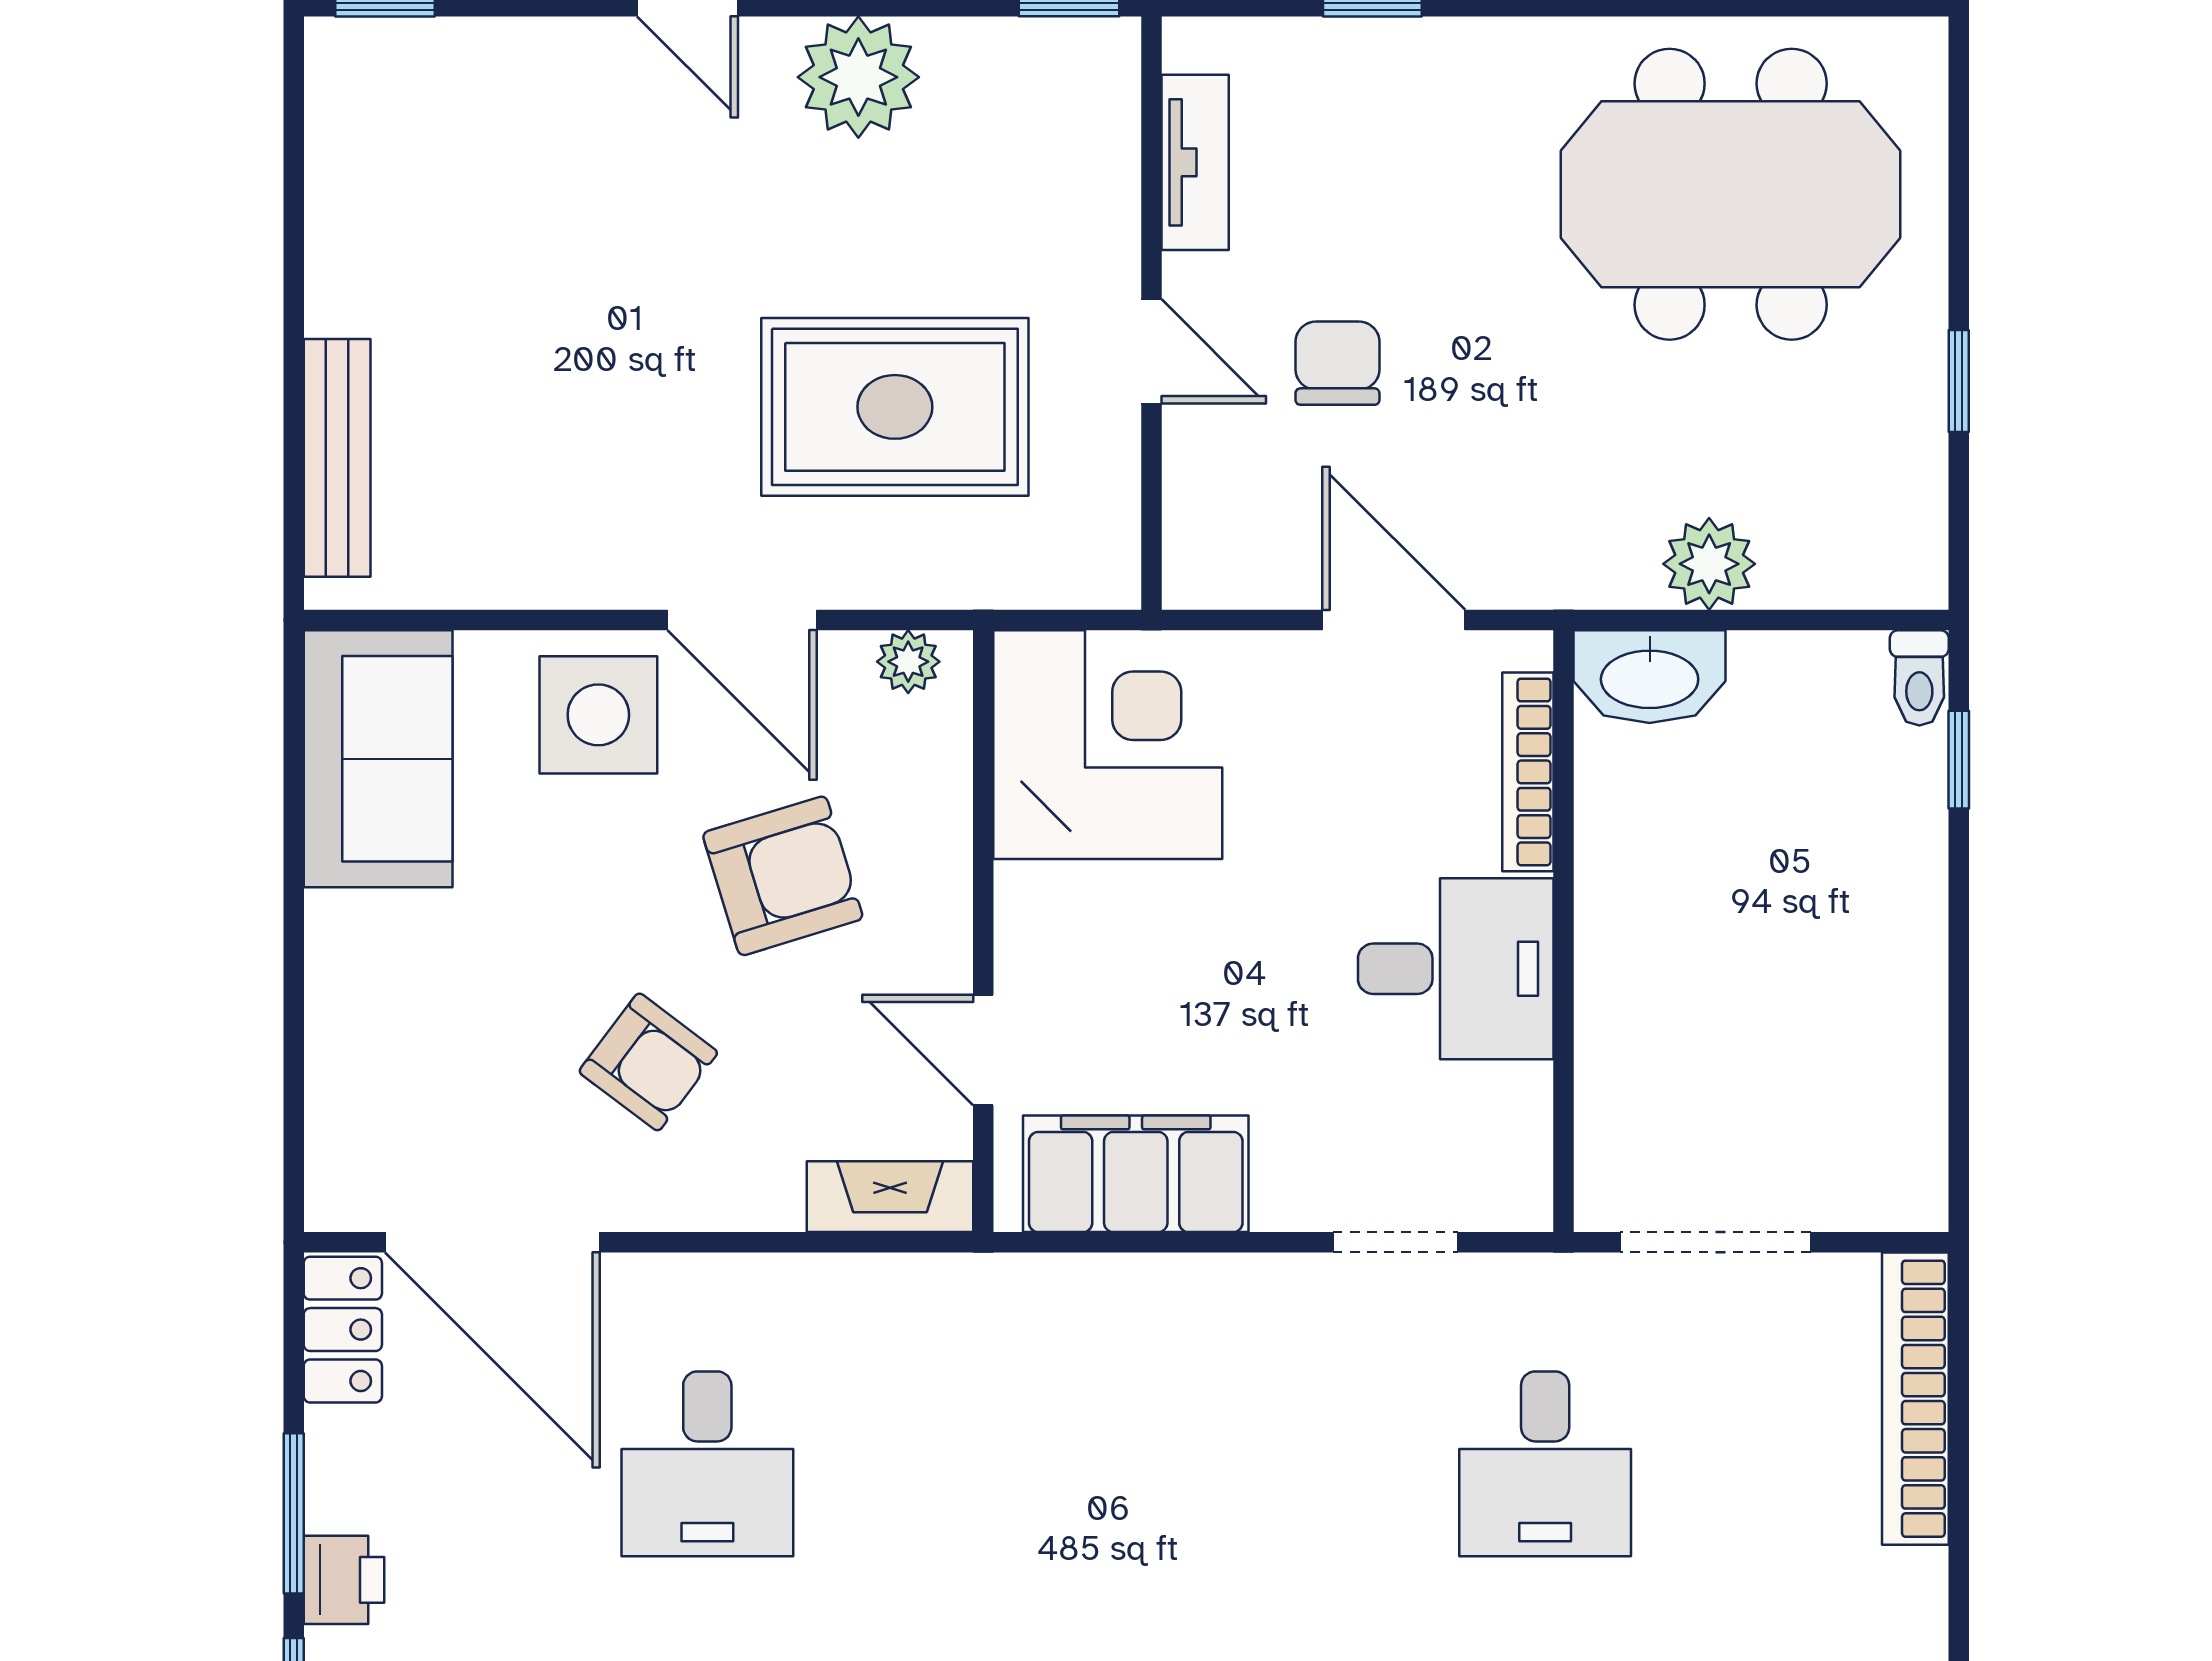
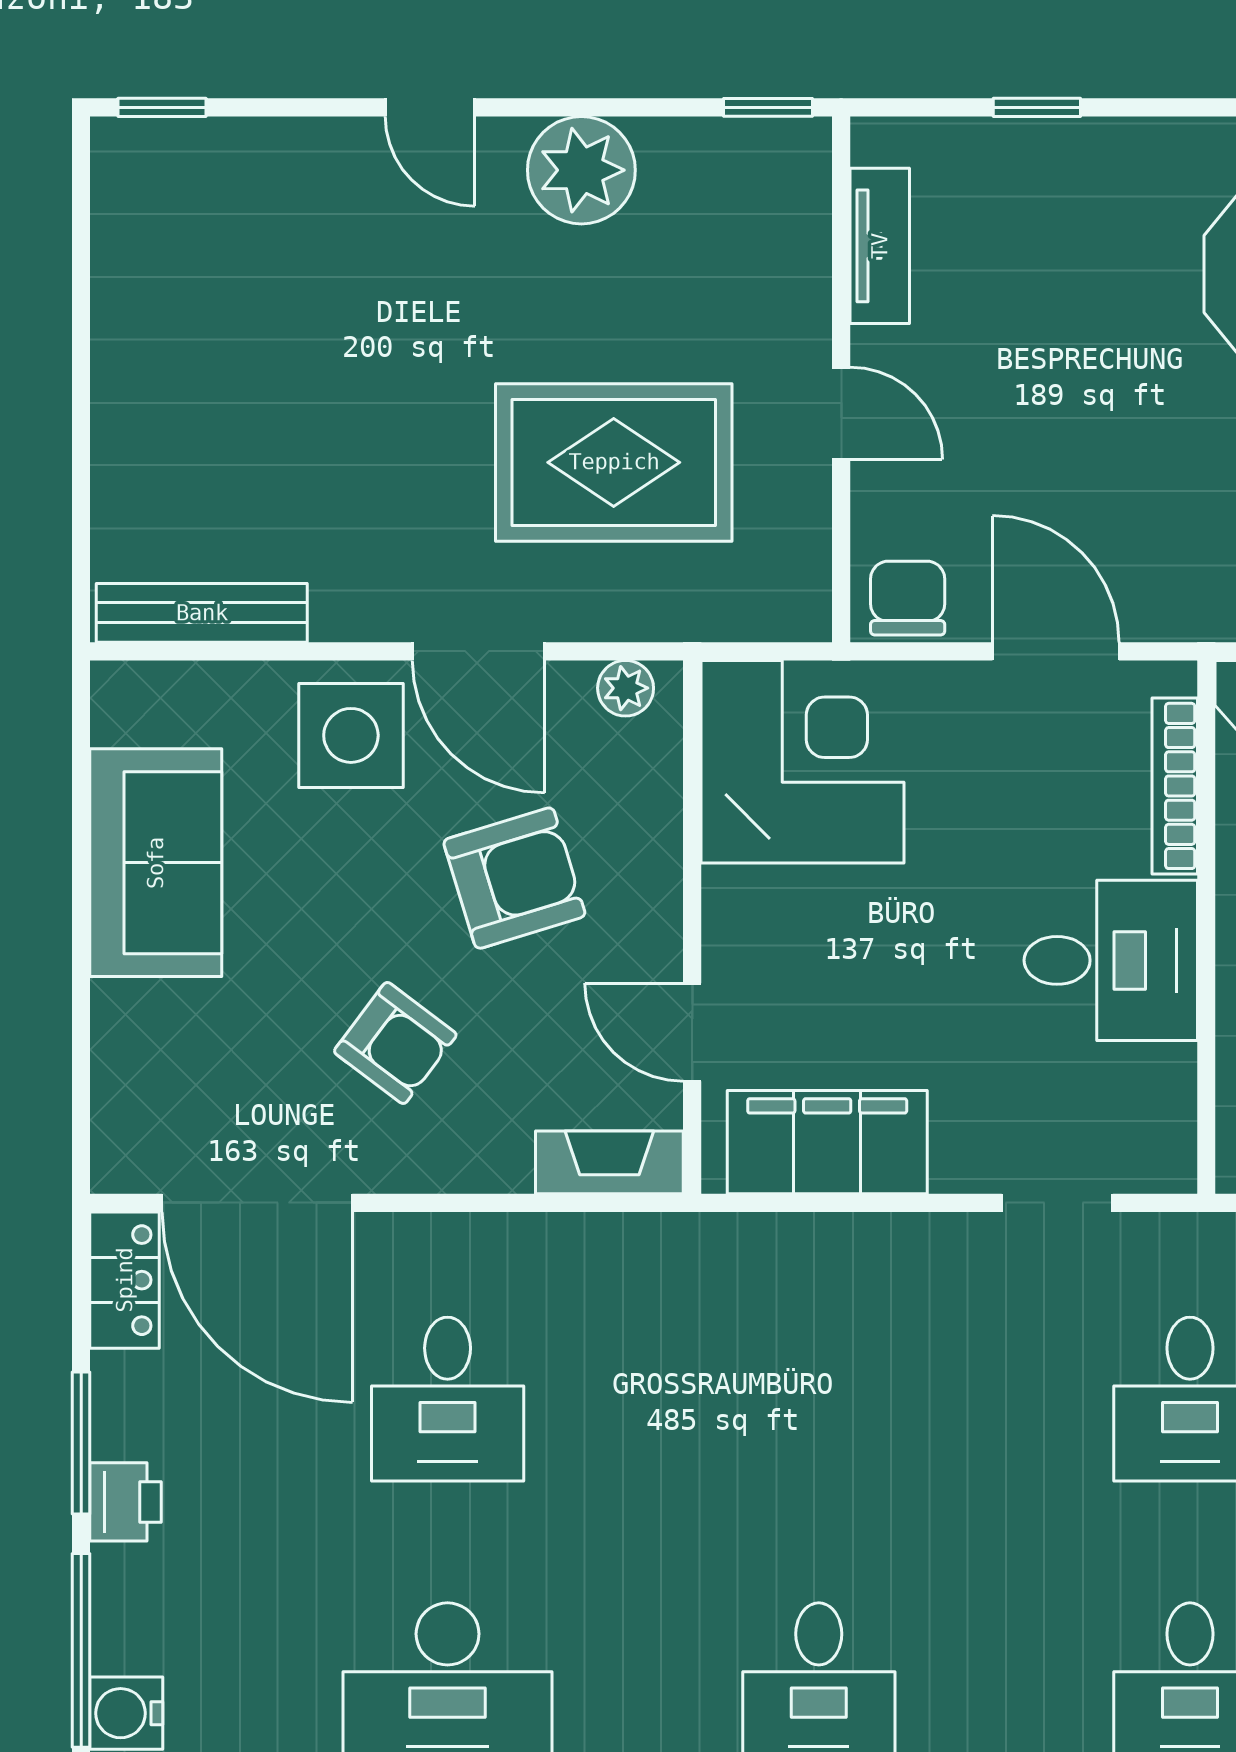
chair: (1337, 363) -> (908, 598), moved
bench: (337, 458) -> (202, 613), moved, turned 90
sofa: (378, 759) -> (156, 863), moved

